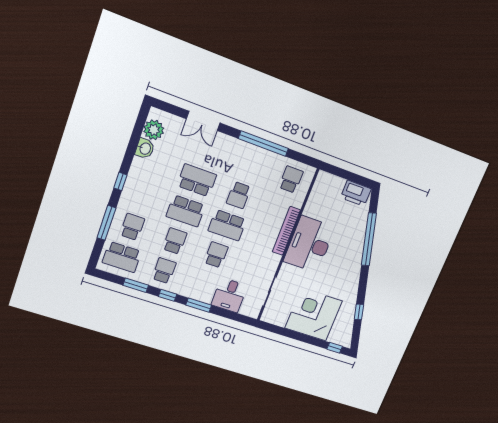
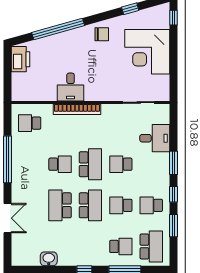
plant: (154, 130) -> (30, 257), removed
school desk: (132, 227) -> (121, 246), turned 180
desk: (309, 244) -> (71, 87), width x0.53, depth x0.77
chair: (347, 278) -> (102, 34), added

